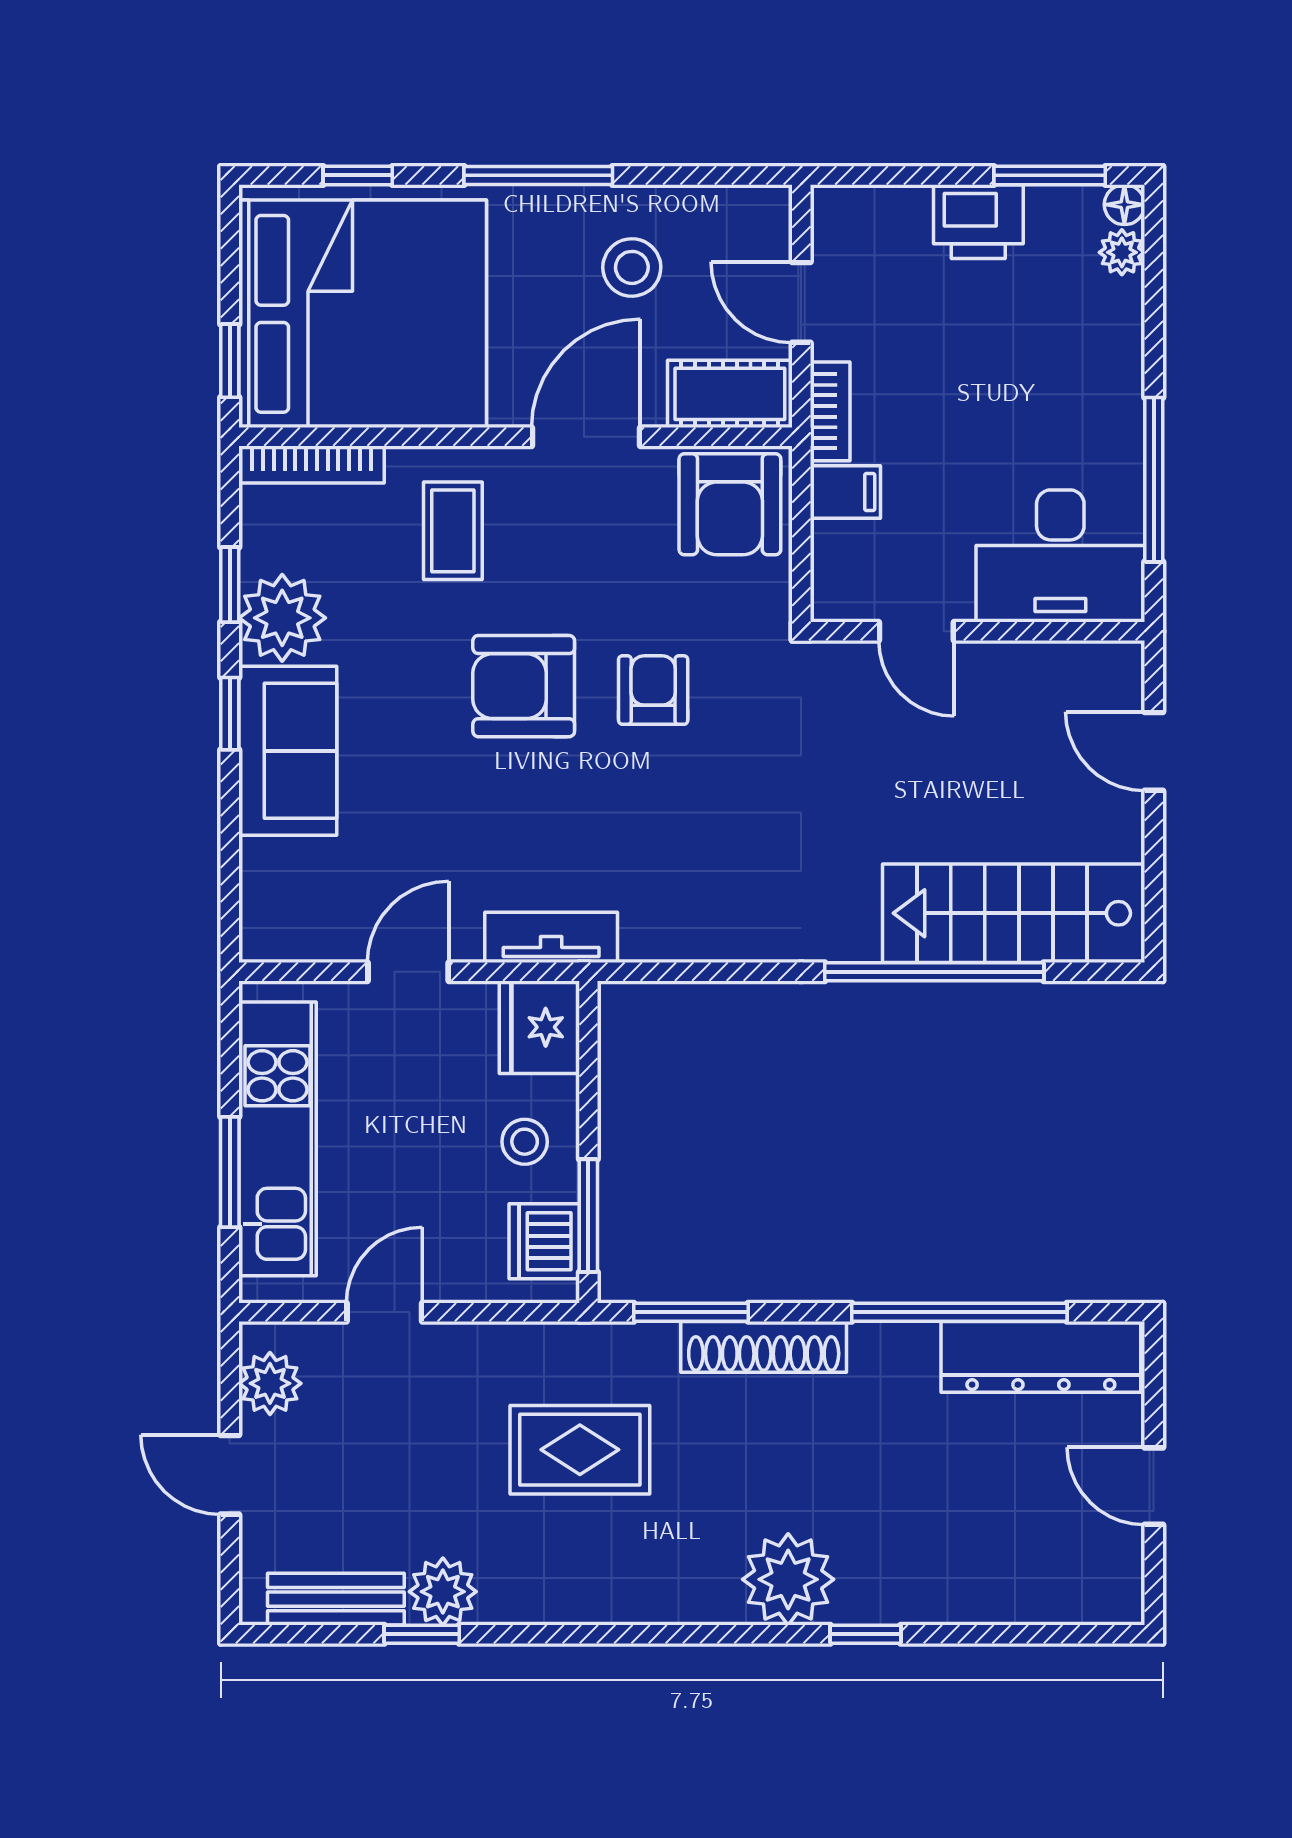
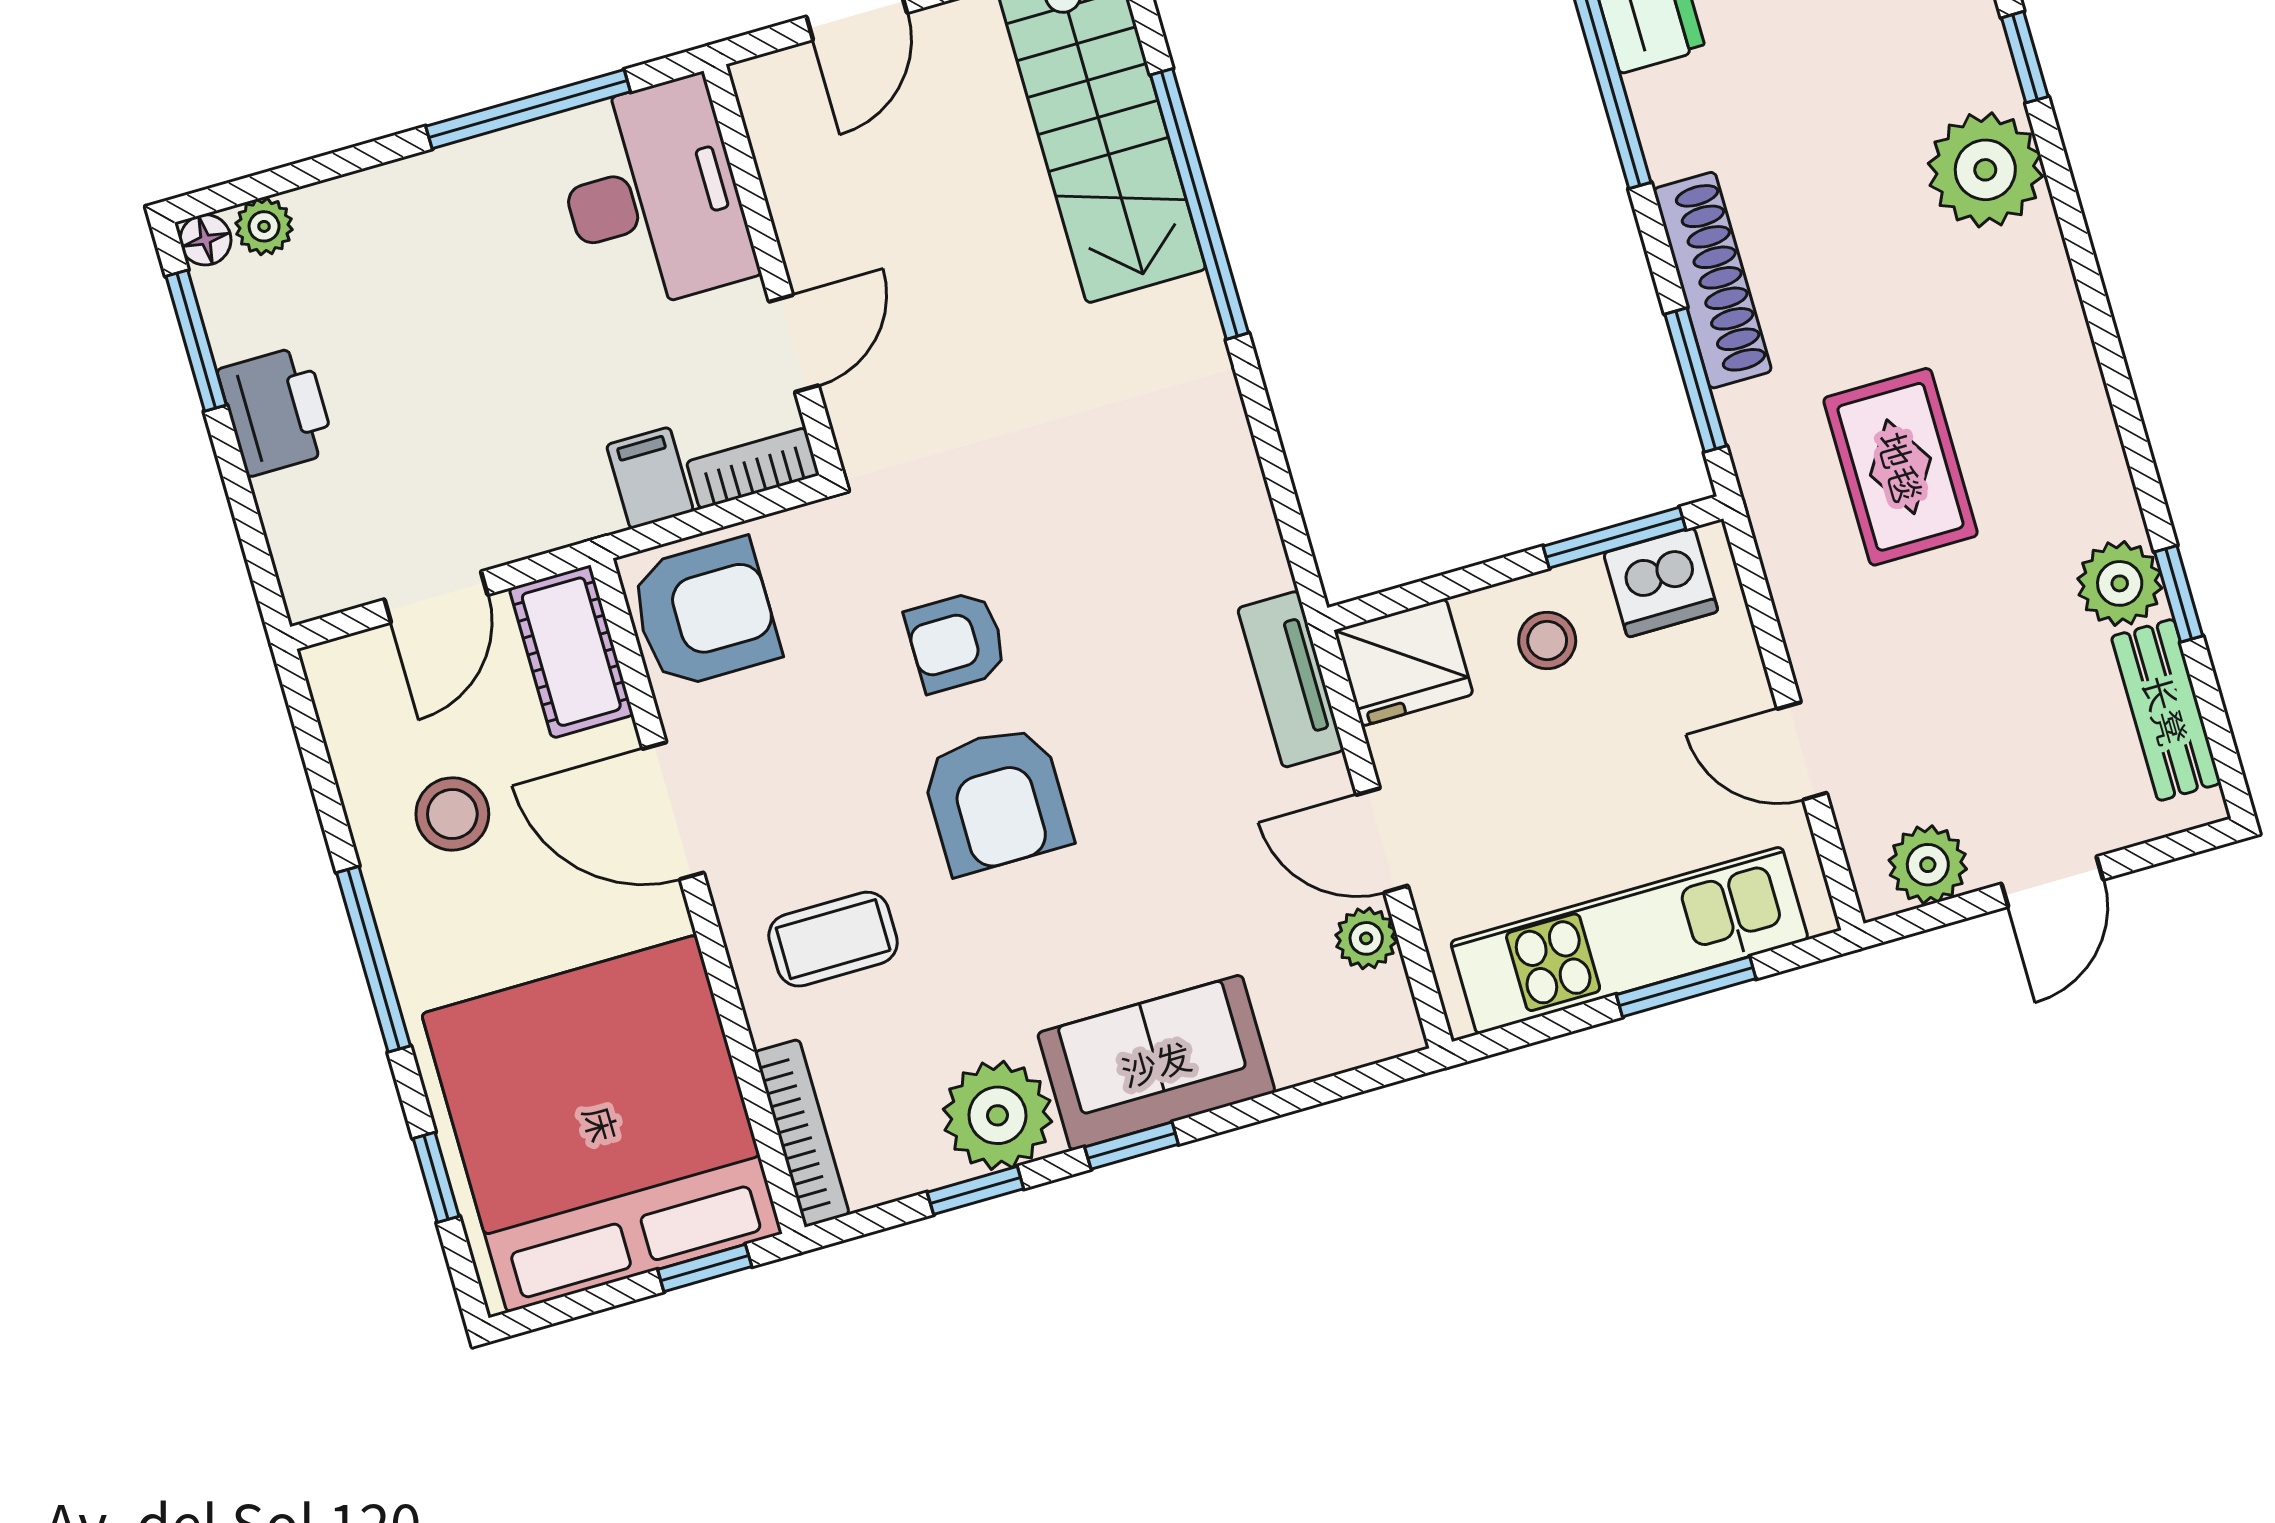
bookcase: (830, 411) -> (753, 468), moved
plant: (337, 938) -> (1366, 938), added

